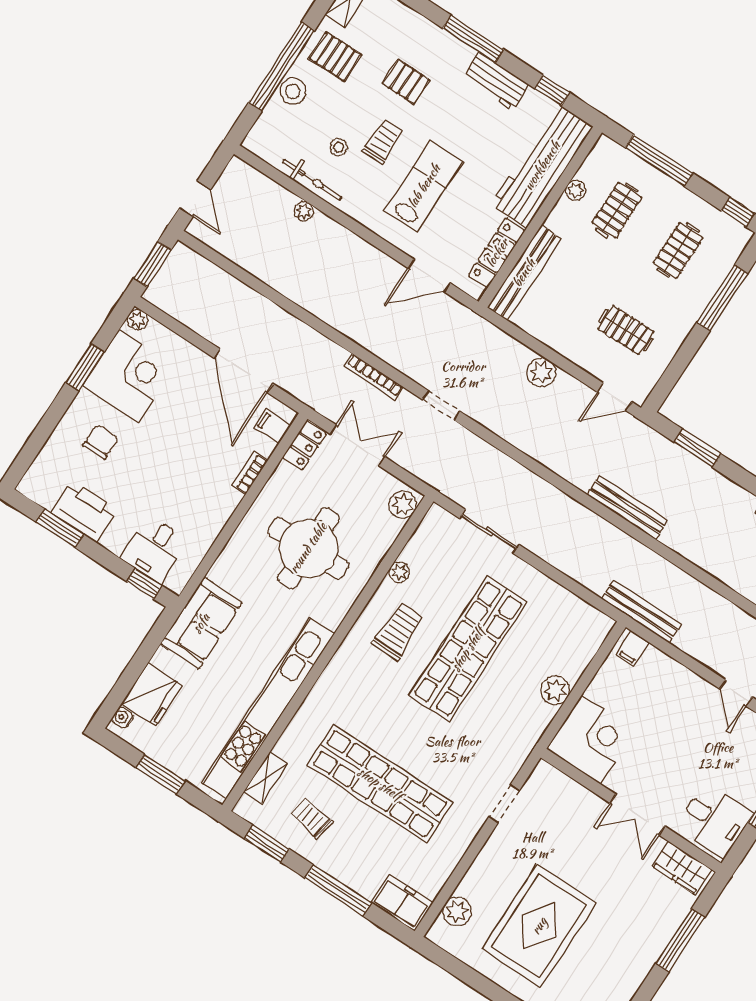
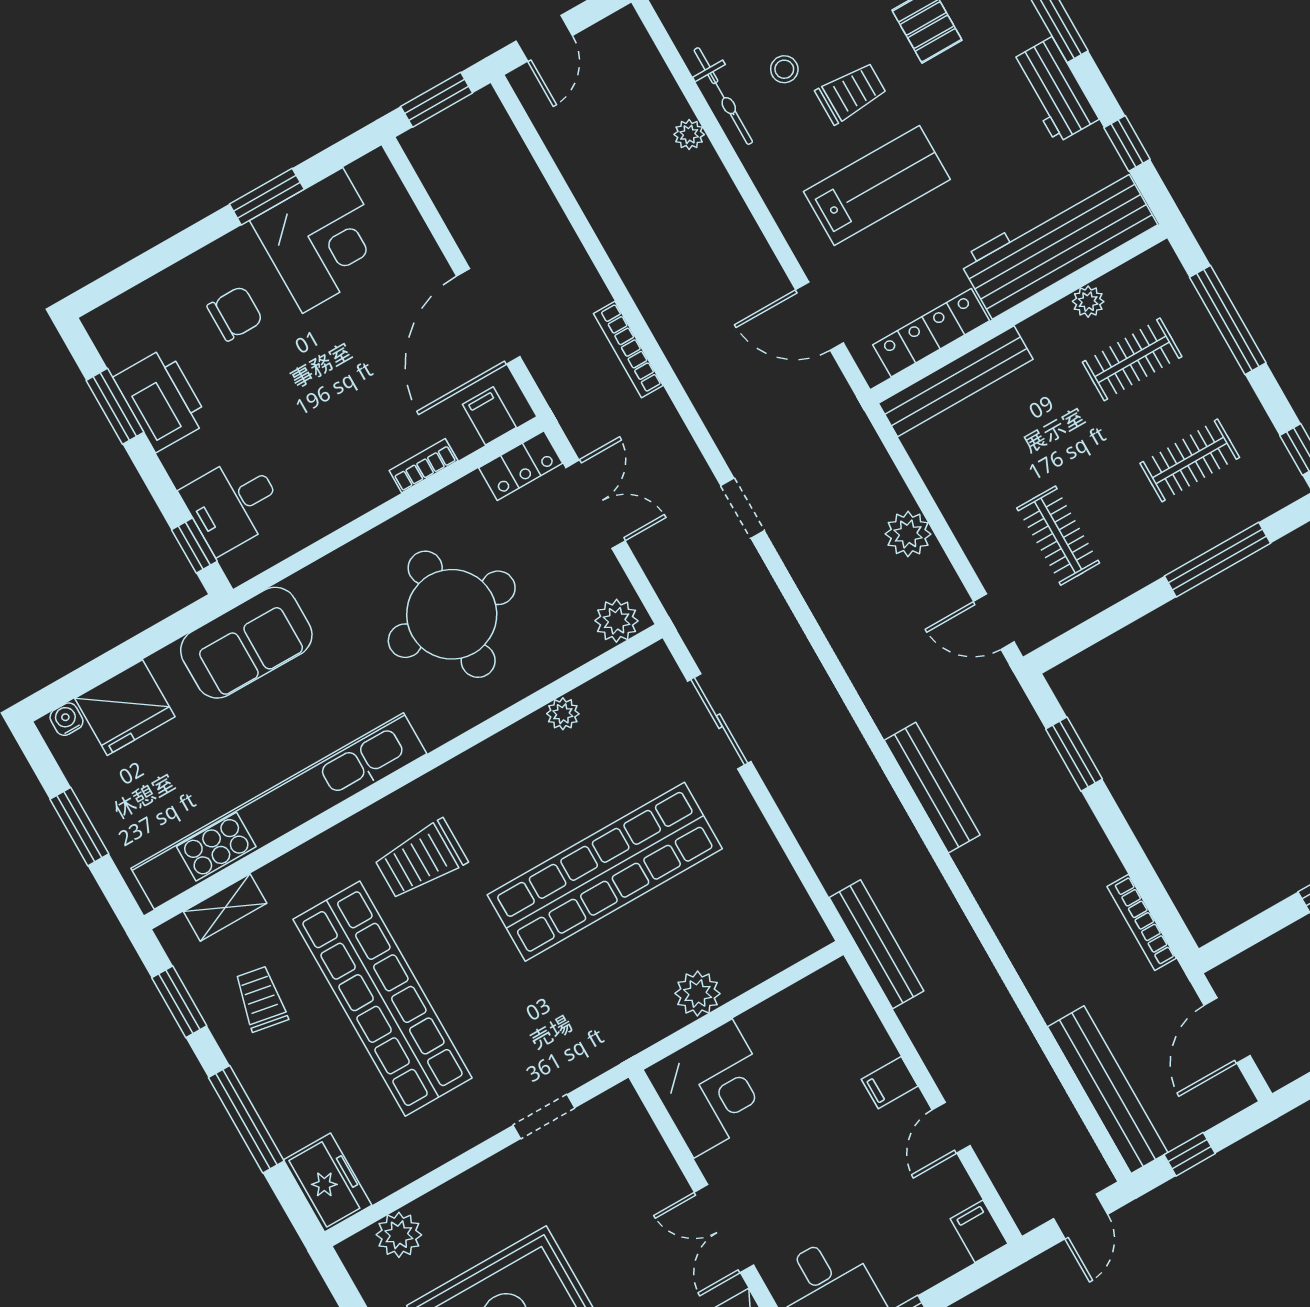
plant: (137, 320) -> (375, 167), removed
bookcase: (374, 377) -> (628, 350), moved
trolley: (398, 632) -> (421, 860), moved, turned 180
filing cabinet: (633, 649) -> (890, 1083), moved

